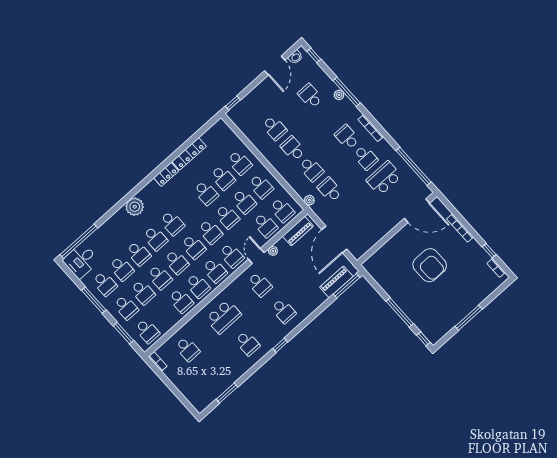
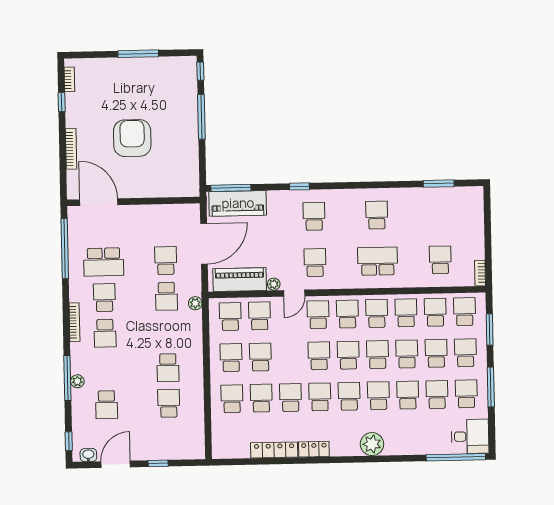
window: (233, 103) -> (158, 463), moved
school desk: (311, 169) -> (166, 261), moved
school desk: (227, 217) -> (320, 397), moved
piano: (298, 231) -> (240, 280), width x1.37, depth x1.33
piano: (336, 282) -> (238, 203), width x1.37, depth x1.33
school desk: (164, 316) -> (435, 312), added
window: (280, 345) -> (299, 186), moved

